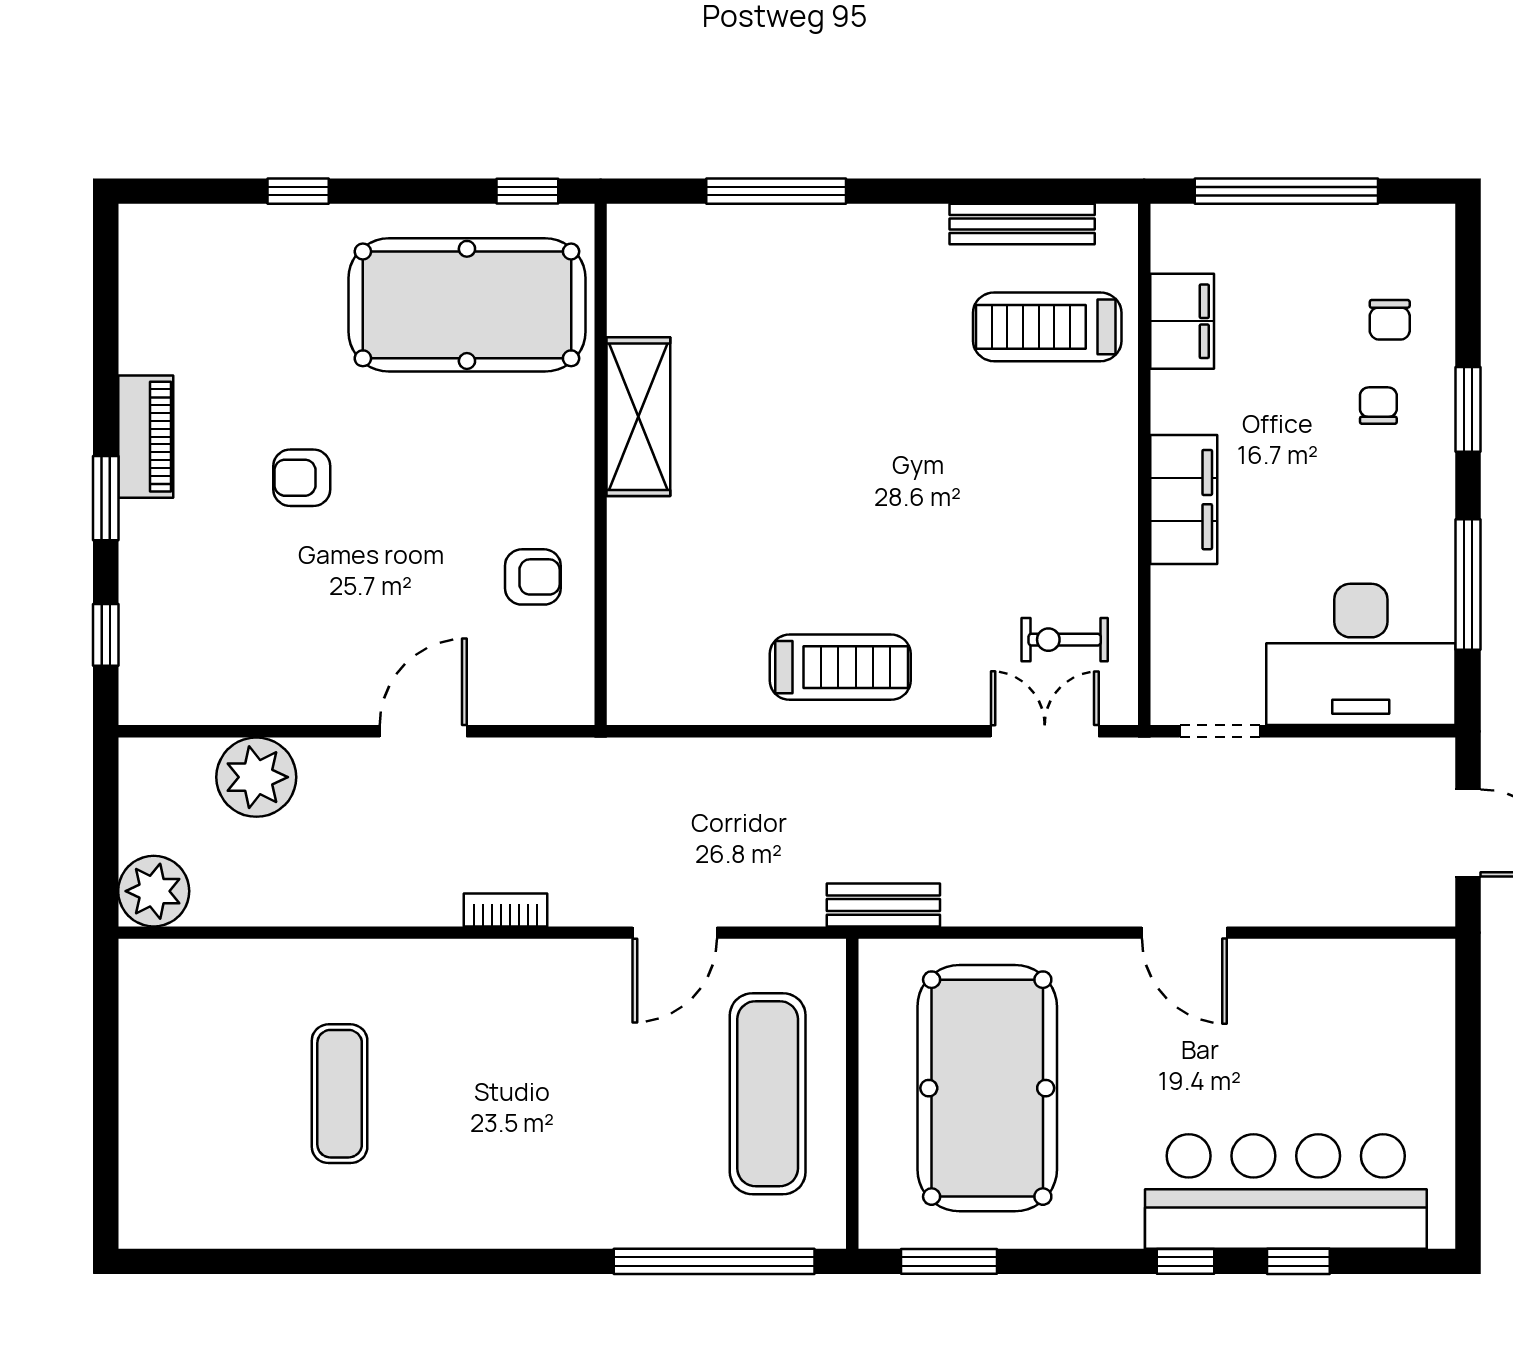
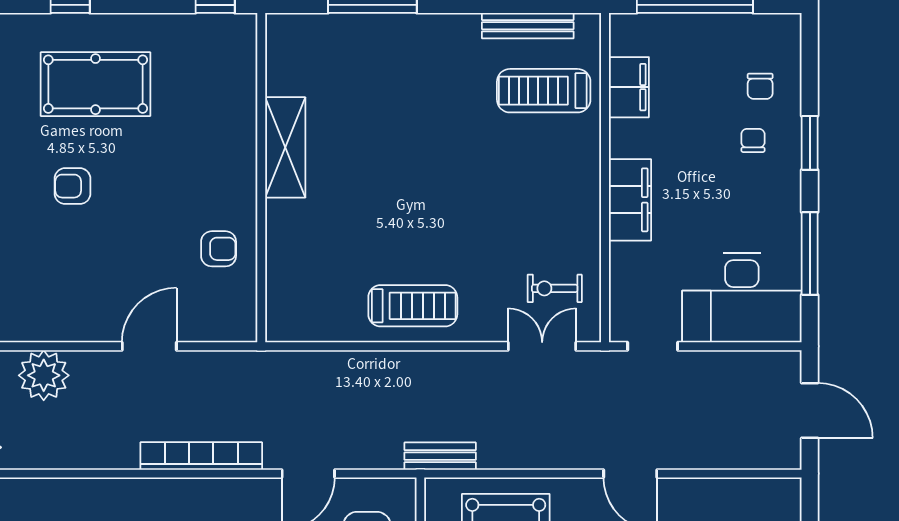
pool table: (467, 305) -> (95, 84), moved, width x0.73, depth x0.76
bookcase: (505, 910) -> (201, 456), width x2.31, depth x1.31

